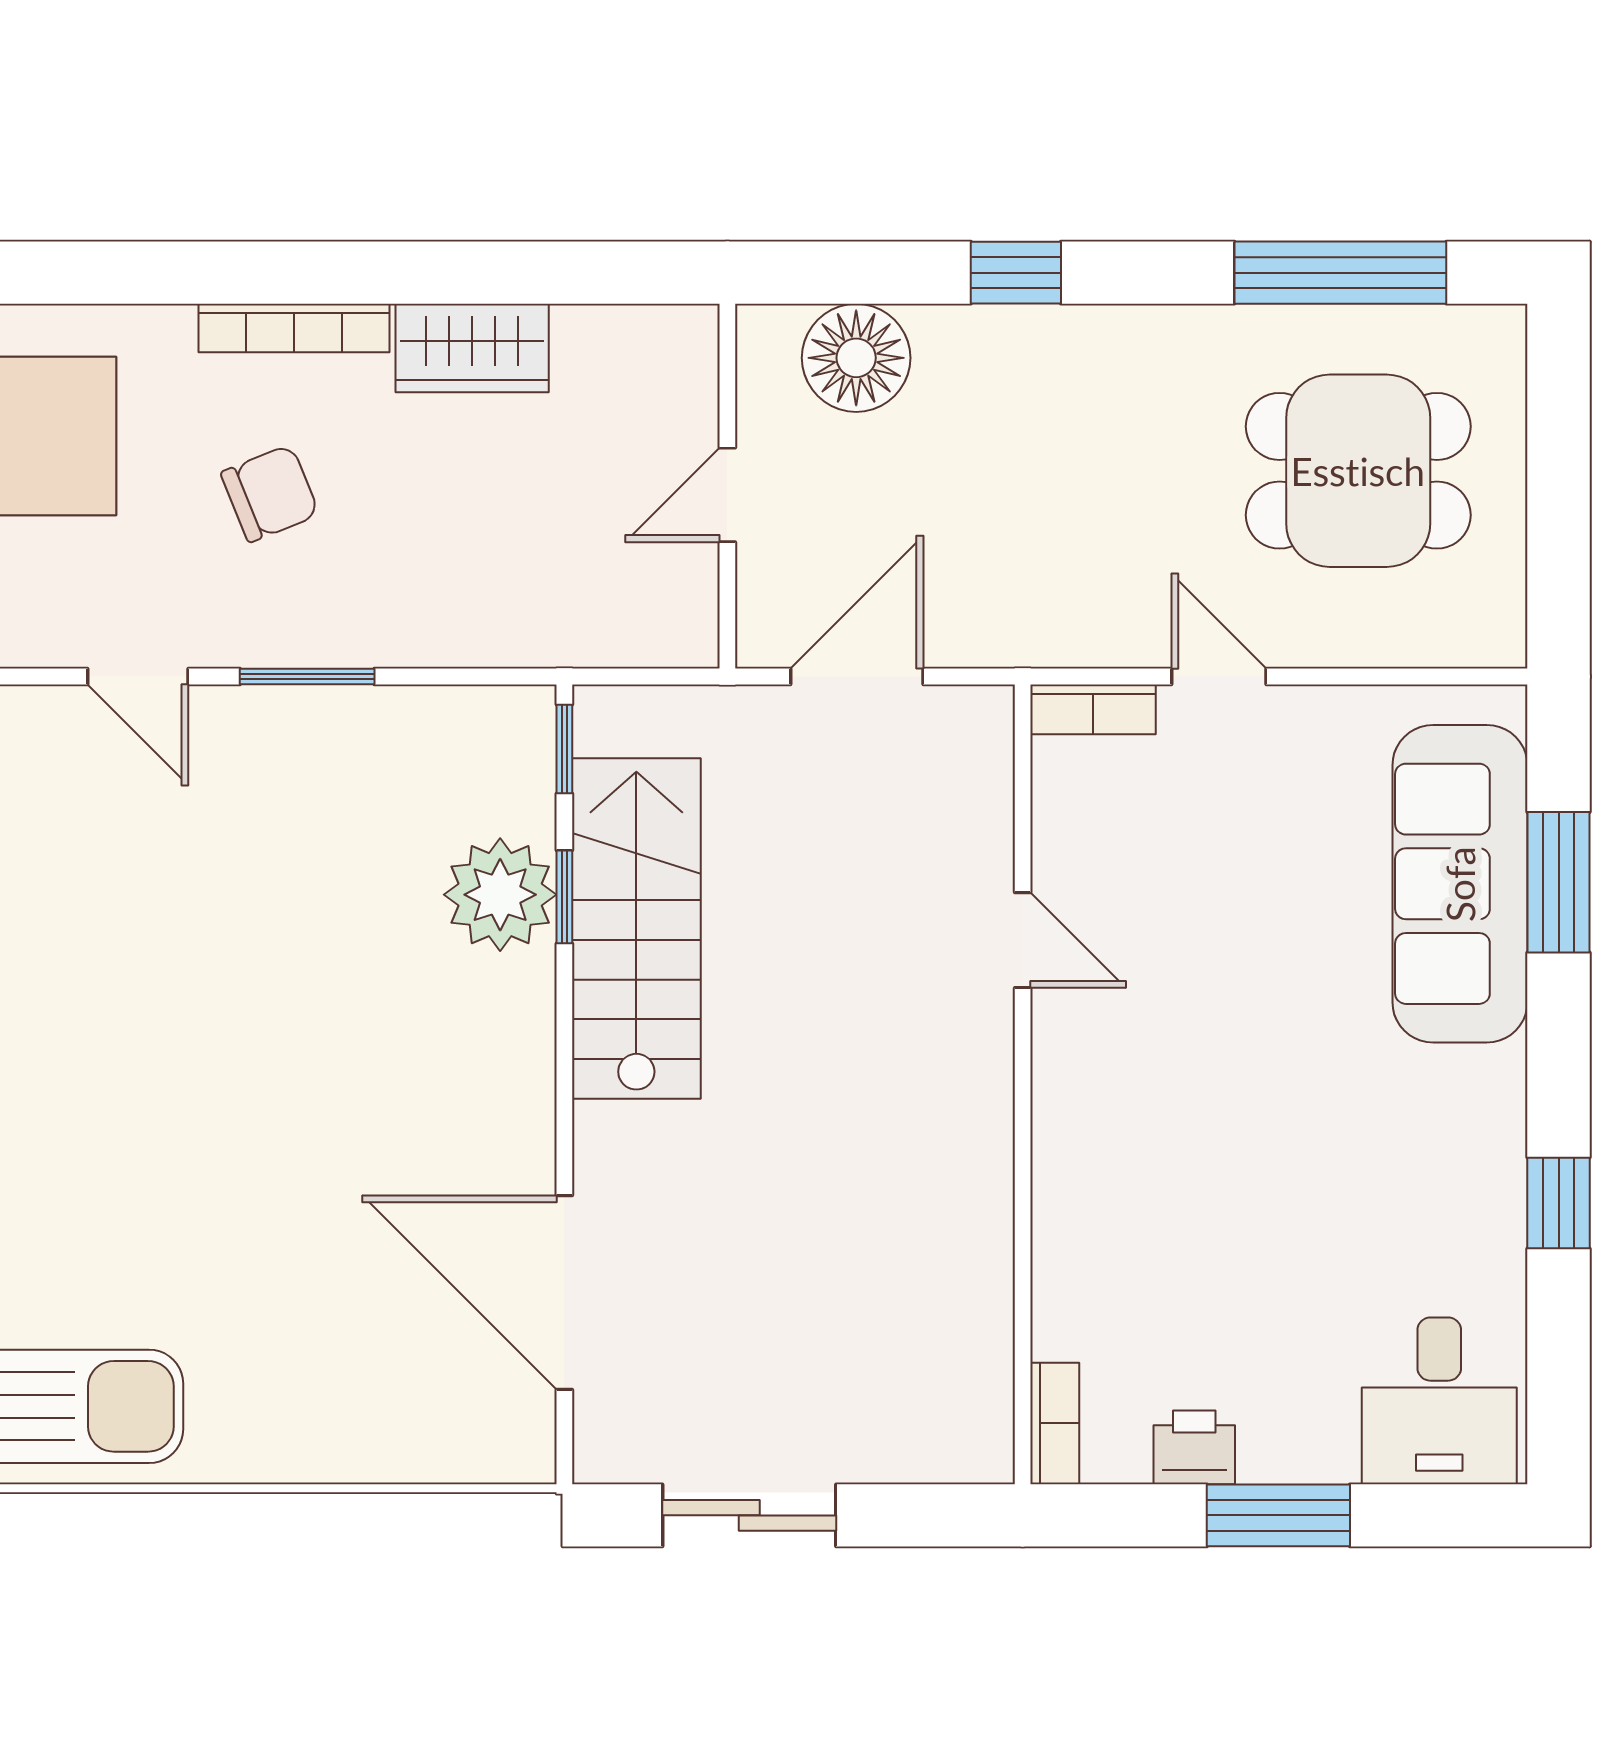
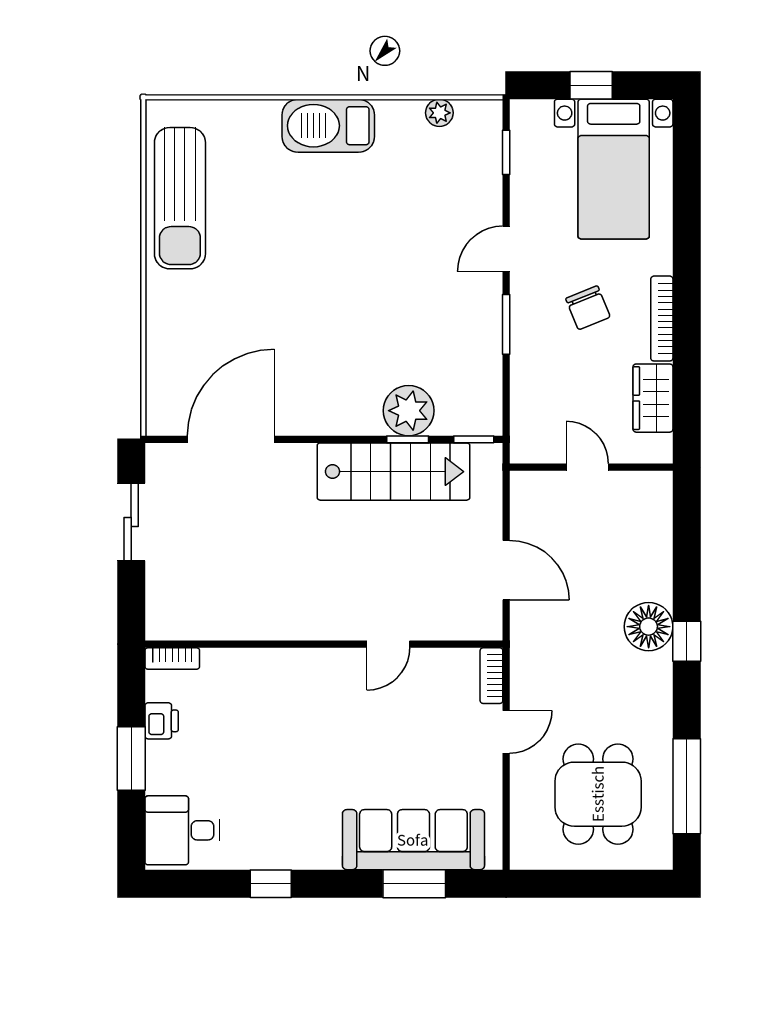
floor lamp: (856, 358) -> (649, 627), moved
wall: (727, 486) -> (591, 467), moved
door: (727, 495) -> (587, 467), moved

